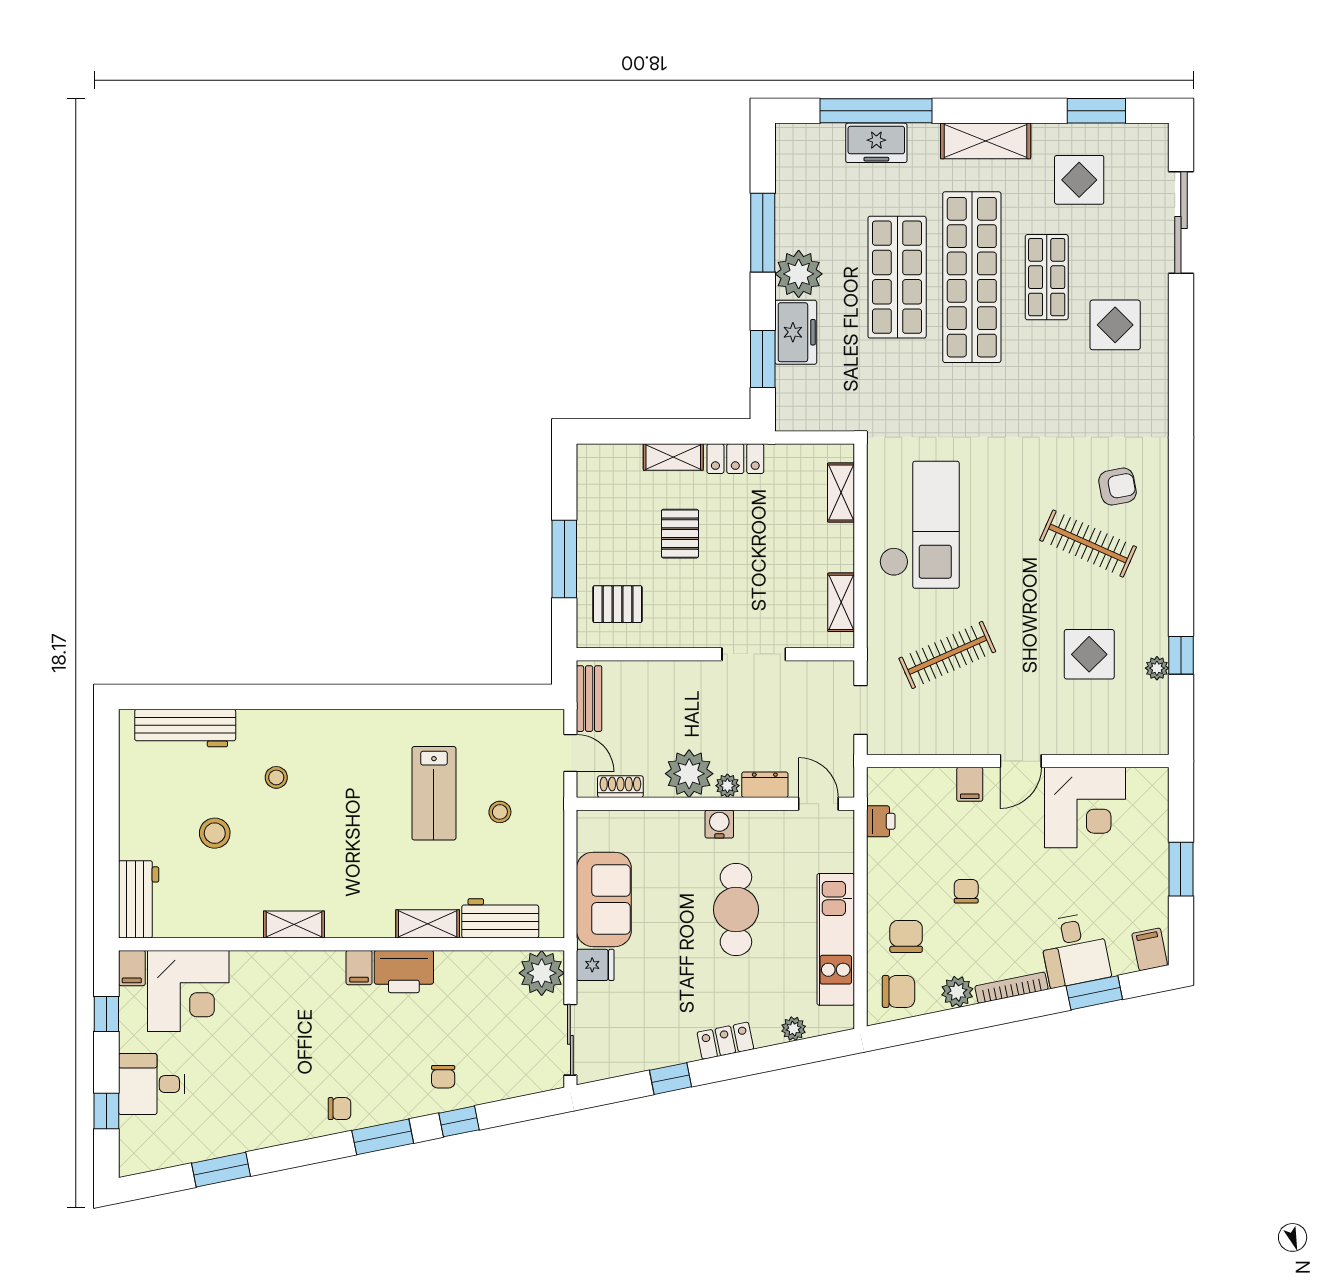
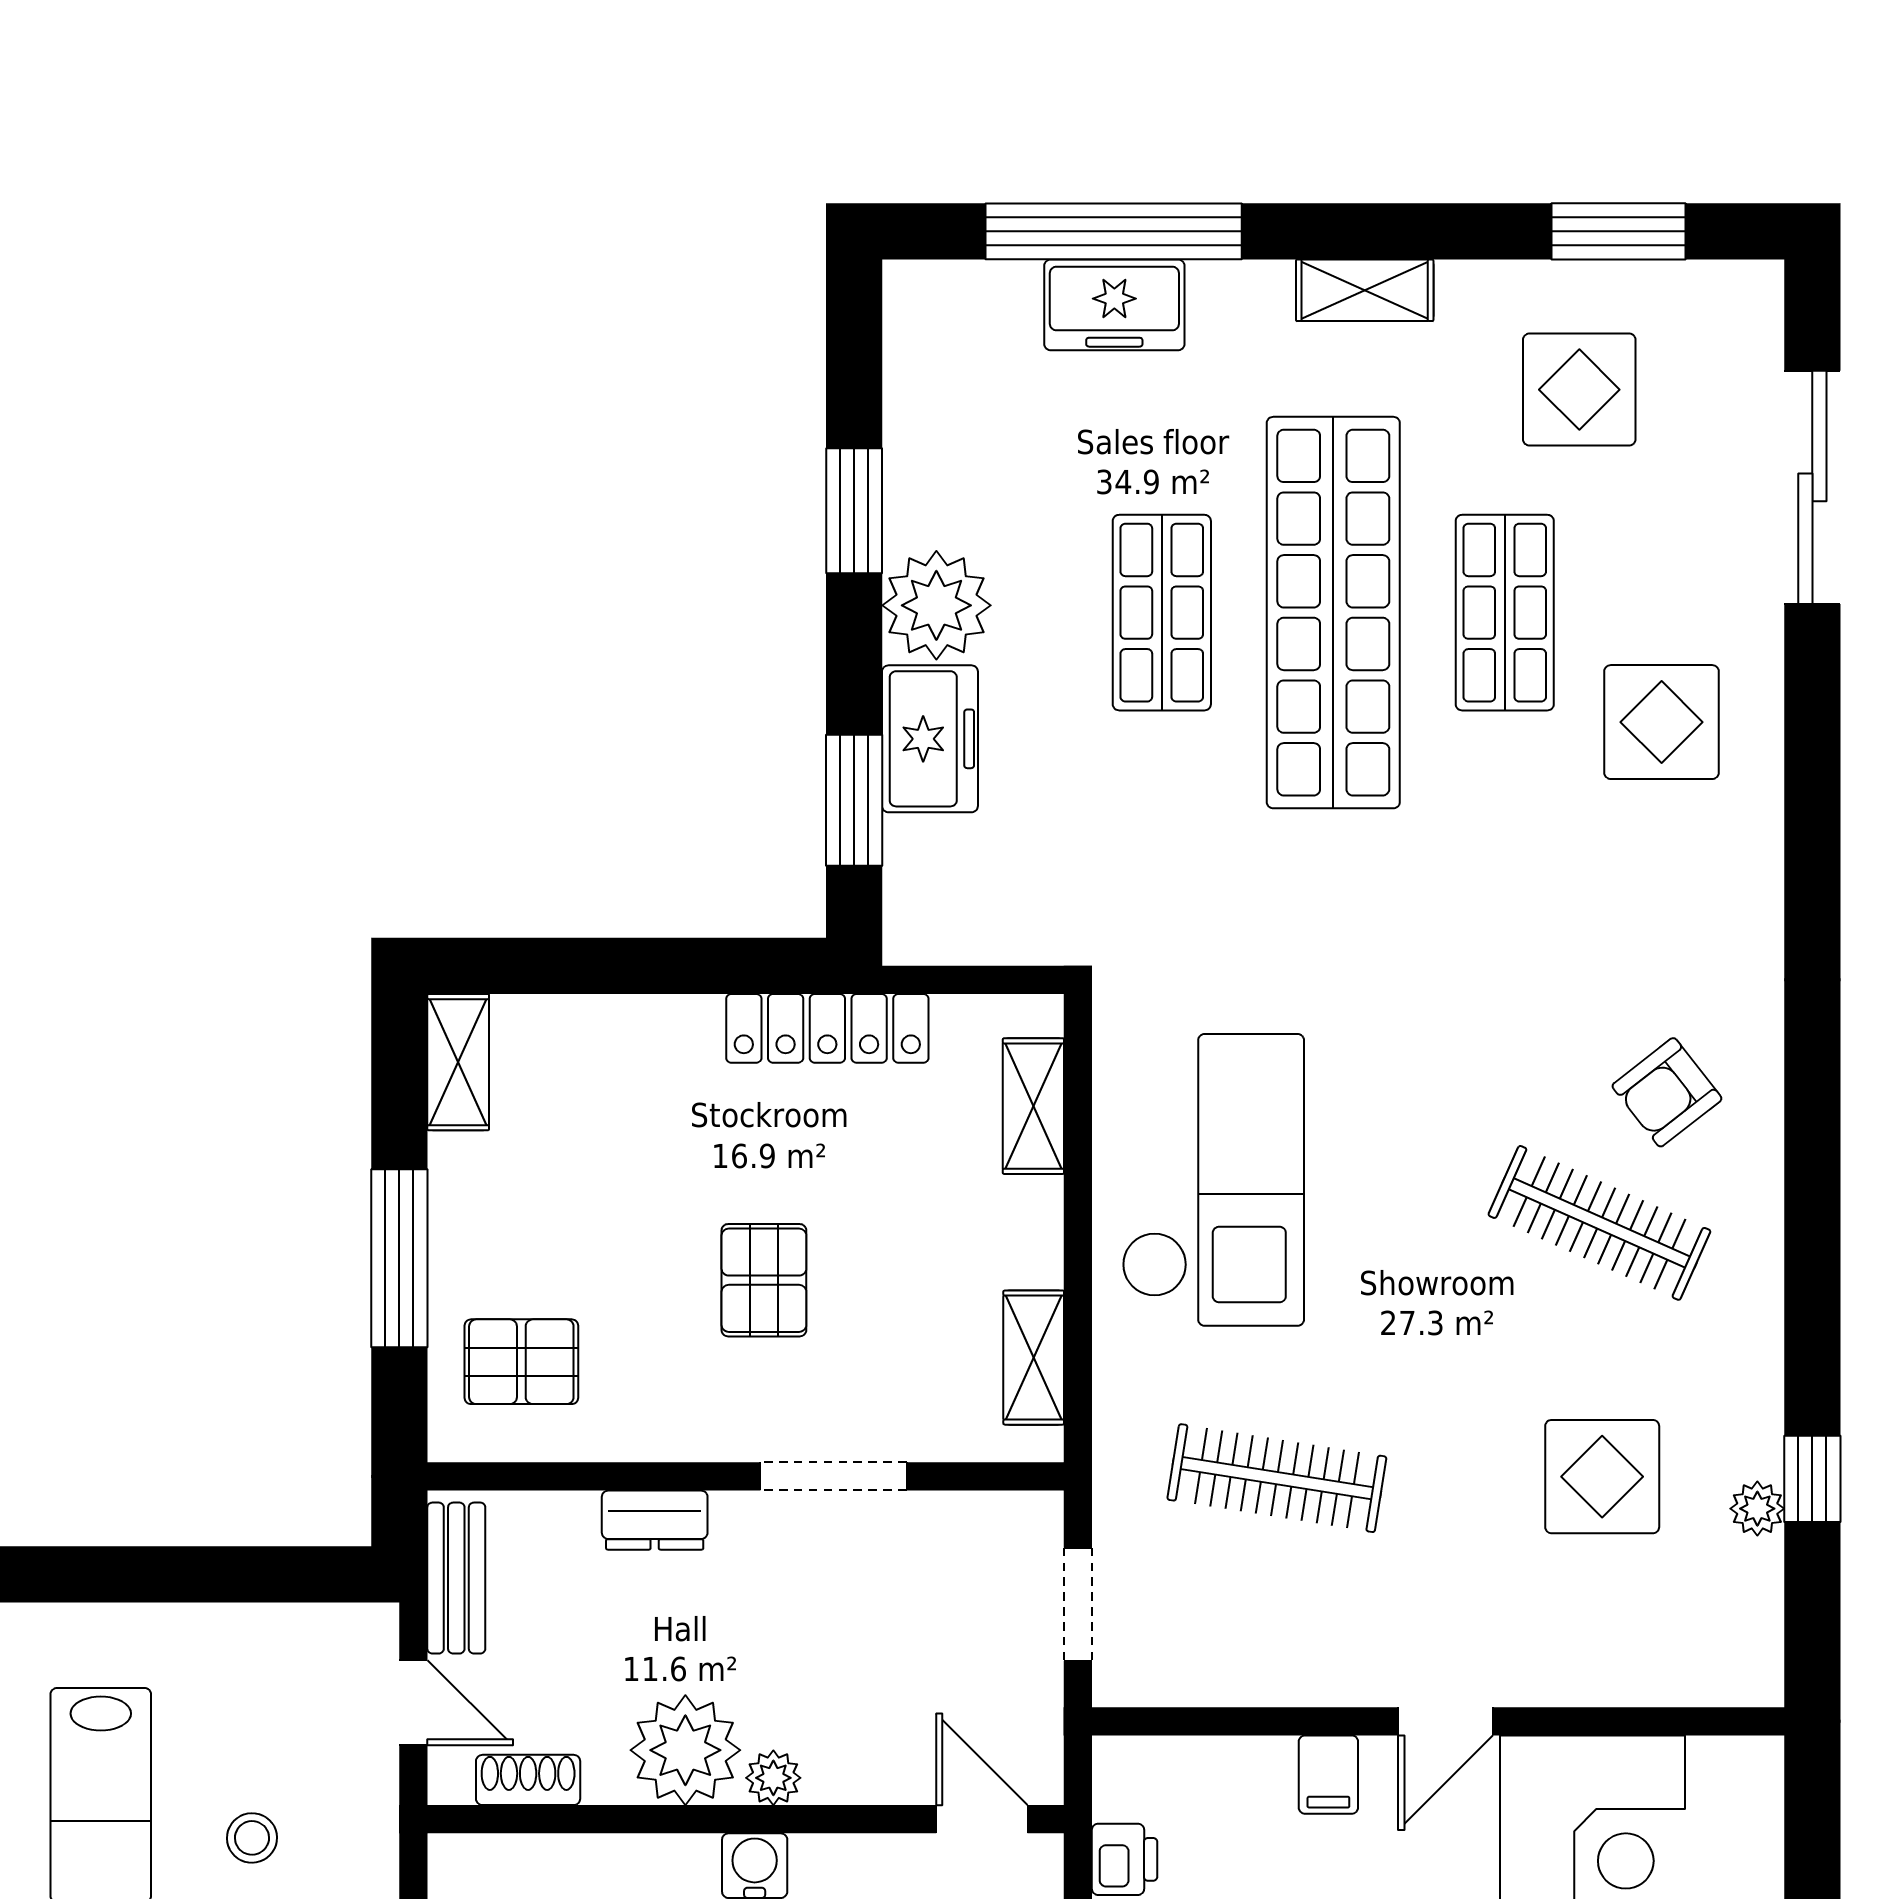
shelving: (986, 141) -> (1365, 290), width x0.67, depth x0.75
window: (763, 233) -> (854, 511), width x0.69
shop shelf: (897, 277) -> (1162, 613), width x0.70, depth x0.74
shelving: (673, 457) -> (458, 1062), moved, turned 90
locker: (735, 459) -> (827, 1028), width x1.53
armchair: (1117, 487) -> (1667, 1092), turned 153
pallet: (680, 534) -> (764, 1280), moved
clothes rail: (947, 655) -> (1277, 1478), turned 33
dresser: (765, 785) -> (655, 1520), moved, turned 180

